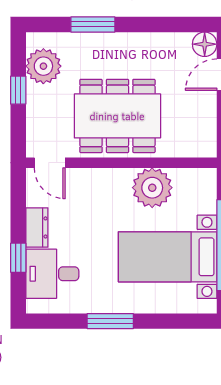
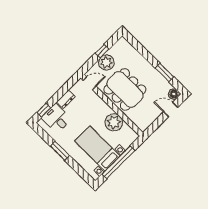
window: (93, 24) -> (164, 72), moved
plant: (43, 66) -> (106, 62), moved
door: (50, 163) -> (90, 83), swing flipped
window: (18, 258) -> (44, 110), moved

